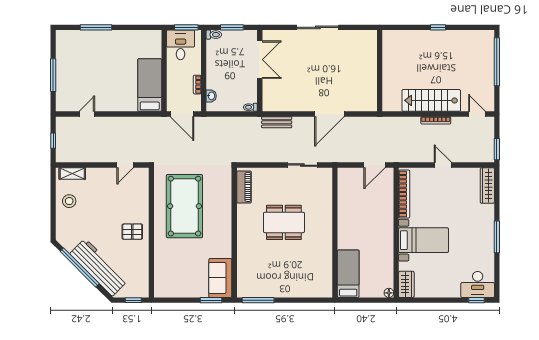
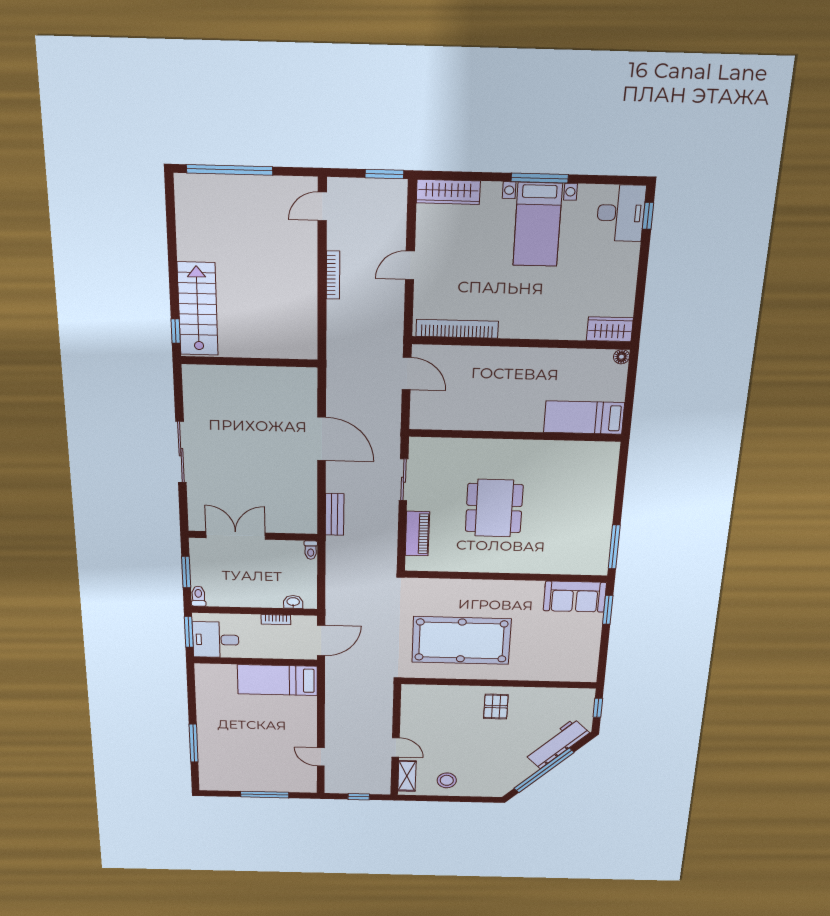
window: (438, 27) -> (176, 331), moved
stairs: (431, 100) -> (198, 309), moved, turned 180
door: (125, 165) -> (396, 747), moved
piano: (244, 187) -> (417, 534), moved, turned 90
bed with nightstands: (423, 240) -> (538, 225), moved, turned 180
workbench: (99, 267) -> (557, 744), width x0.73, depth x0.76

